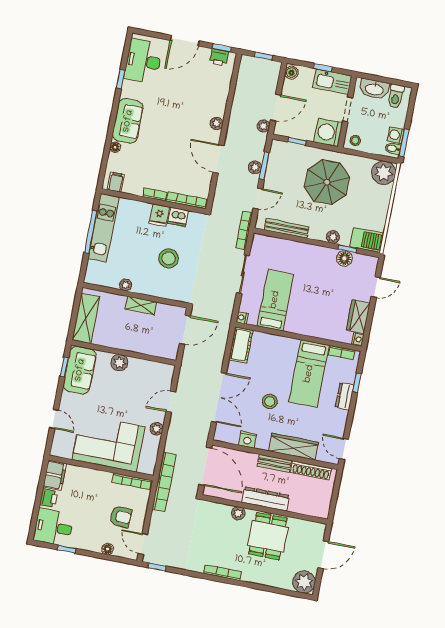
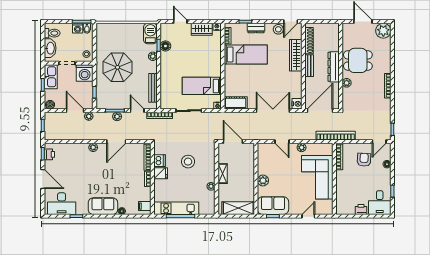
plant: (384, 173) -> (104, 31), removed
stool: (270, 401) -> (278, 29), moved
nightstand: (247, 440) -> (297, 104), moved
filing cabinet: (55, 475) -> (345, 208), removed

